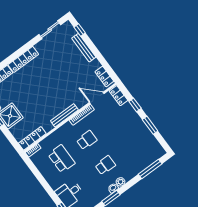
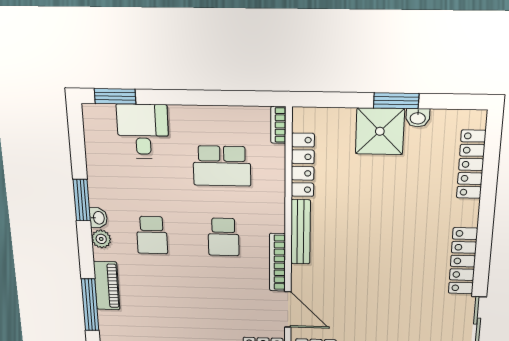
locker: (23, 59) -> (463, 261), moved
door: (97, 98) -> (288, 309), hinge flipped
locker: (32, 138) -> (303, 165), moved
piano: (138, 168) -> (107, 286), added

